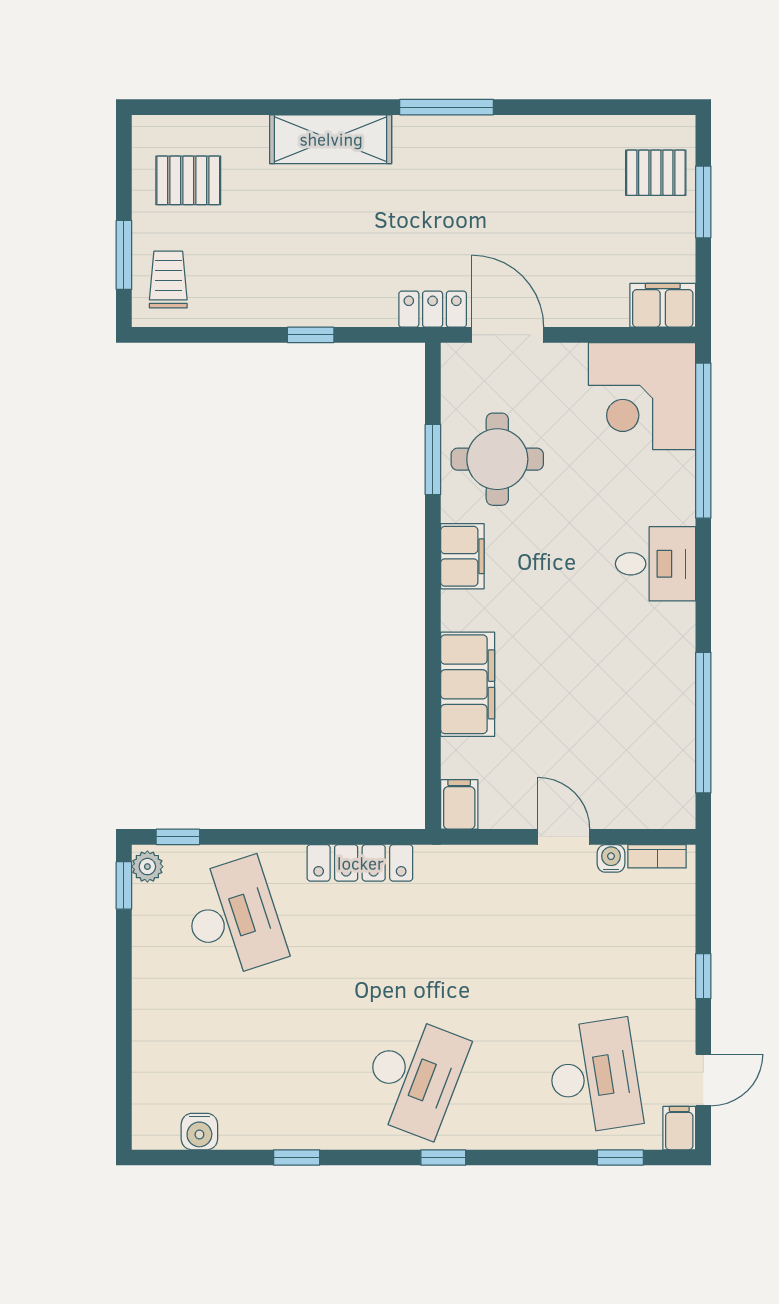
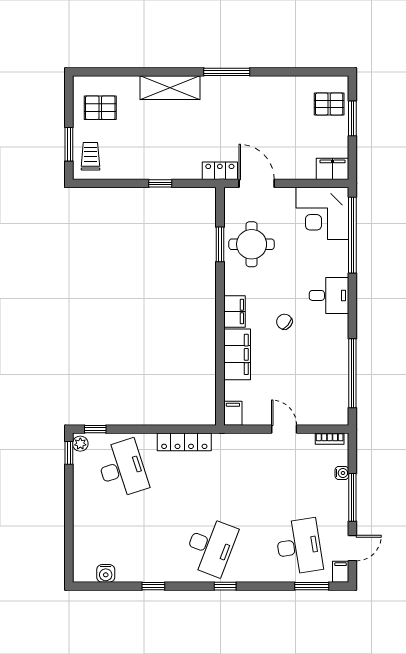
filing cabinet: (462, 556) -> (234, 311), moved
chair: (564, 618) -> (284, 322), added
water cooler: (611, 858) -> (342, 473), moved, turned 90
window: (703, 976) -> (352, 497), width x2.17
window: (620, 1157) -> (312, 586), width x1.50

